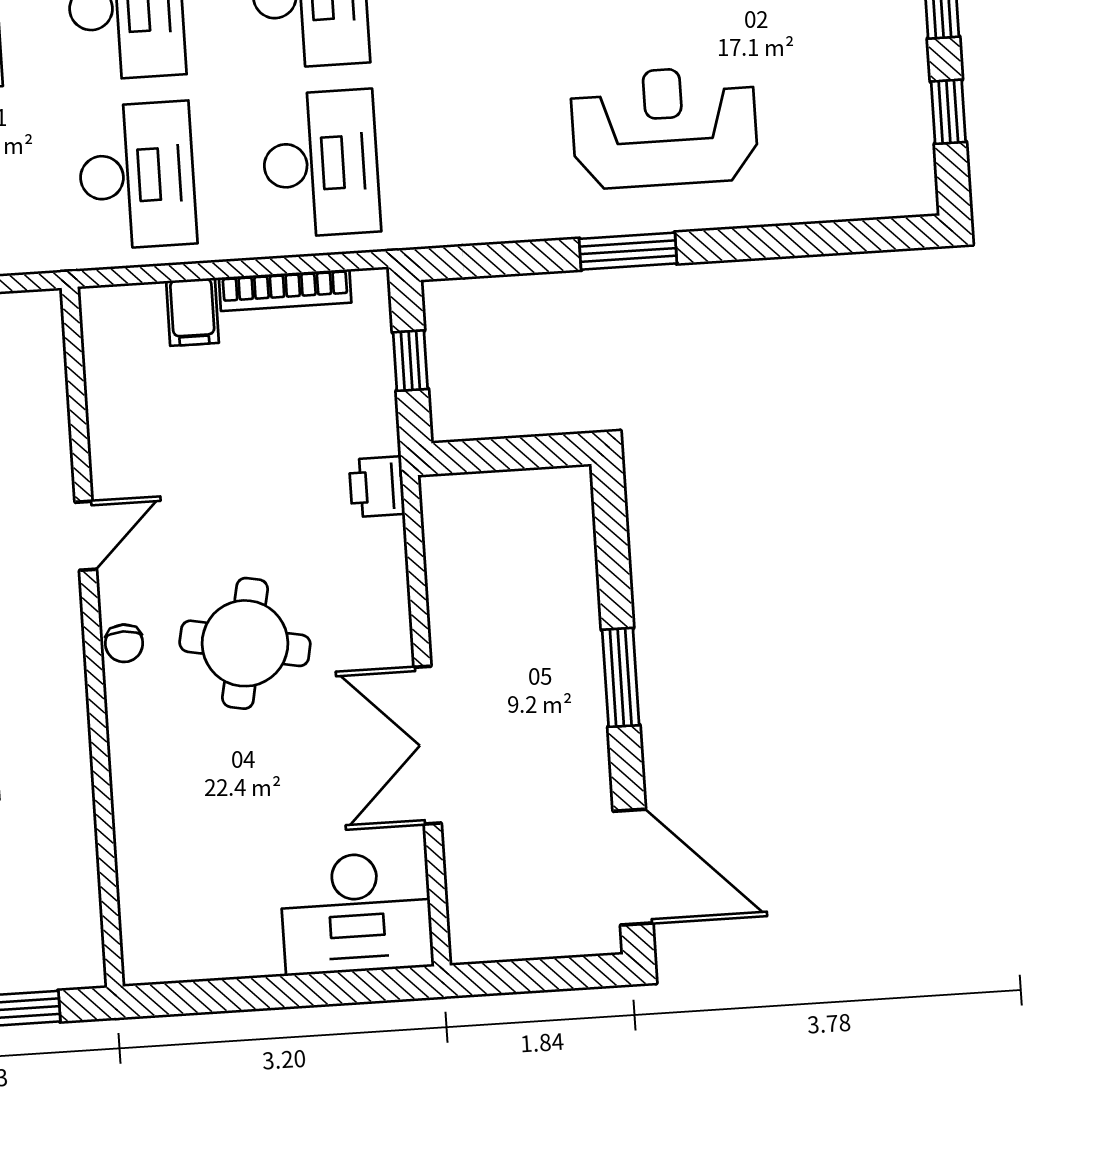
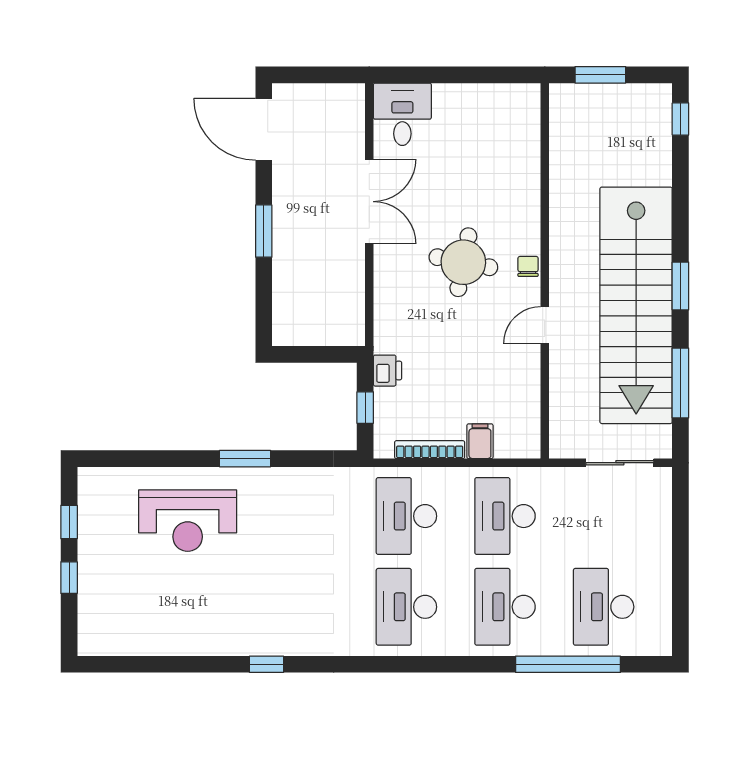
reception desk: (664, 127) -> (188, 521), moved
printer: (377, 487) -> (387, 371), moved
desk: (356, 913) -> (402, 114), width x0.73

